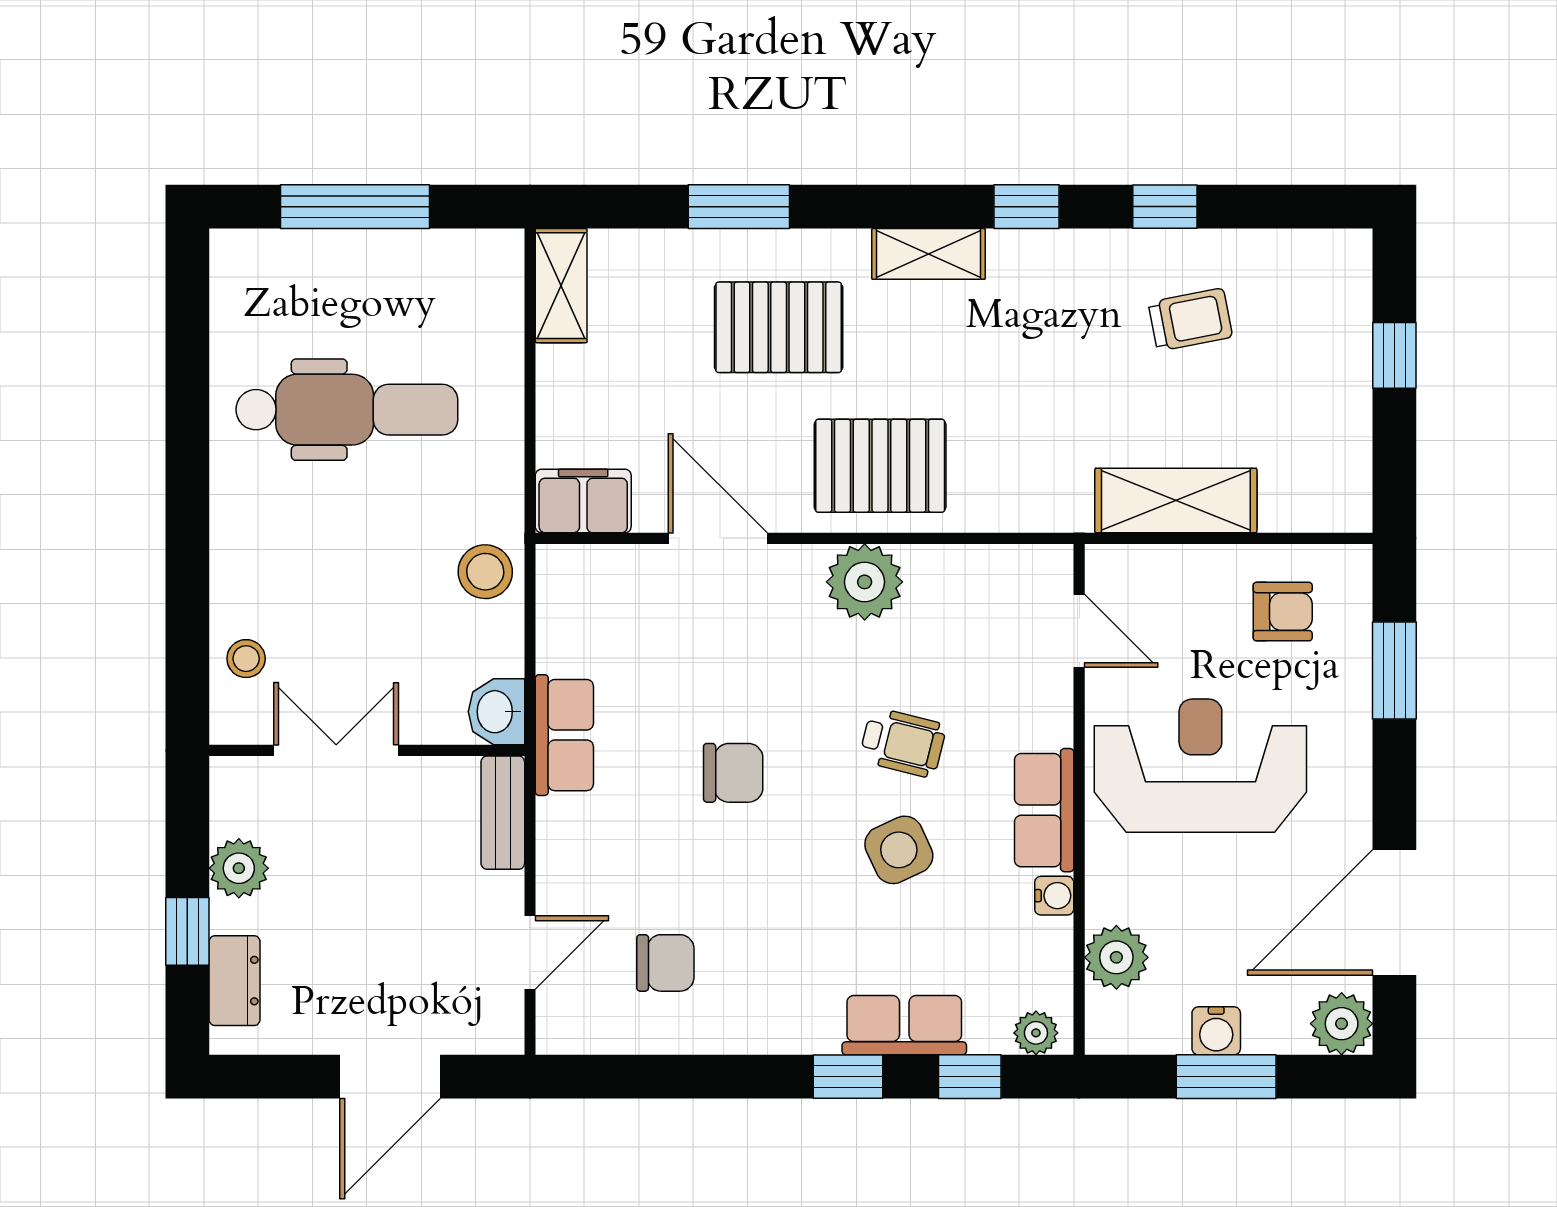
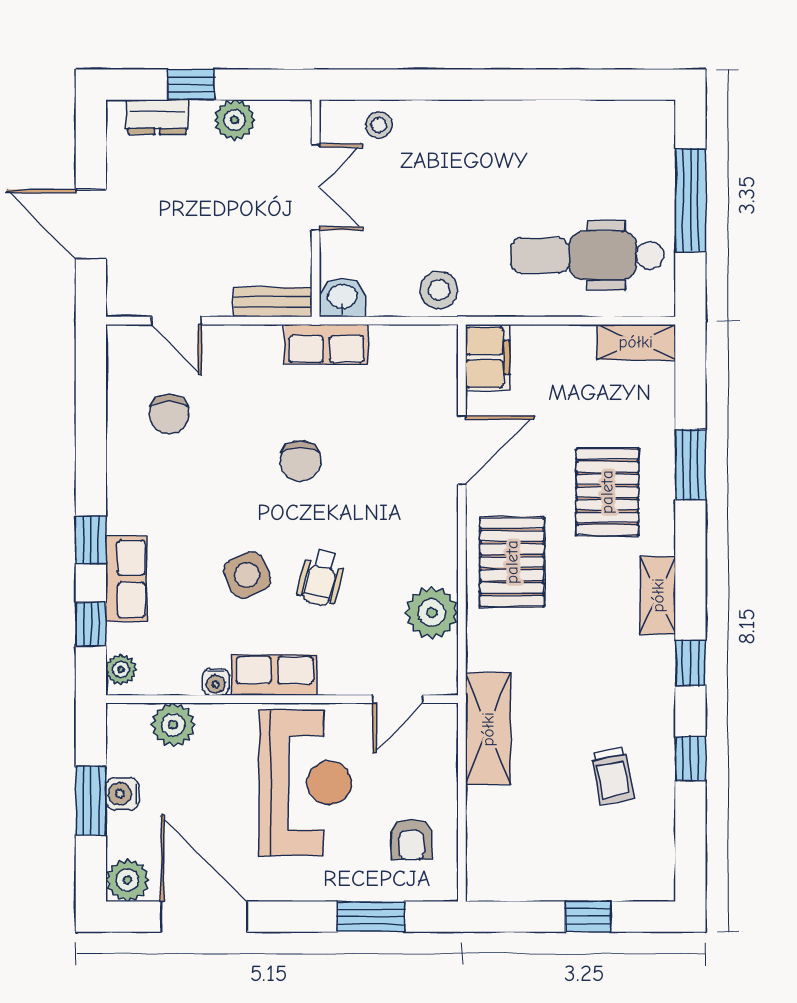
dental chair: (347, 410) -> (587, 256), moved, turned 90
shelving: (1176, 501) -> (488, 729), moved
plant: (865, 582) -> (432, 613), moved

